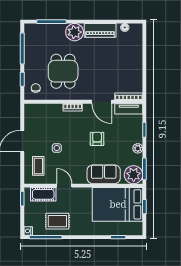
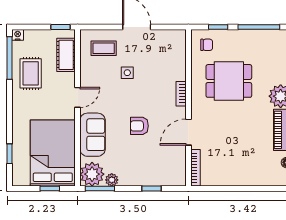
tv unit: (129, 109) -> (179, 168), removed
armchair: (97, 139) -> (139, 126), turned 180
plant: (138, 148) -> (112, 180), moved
door: (64, 186) -> (78, 97), moved

